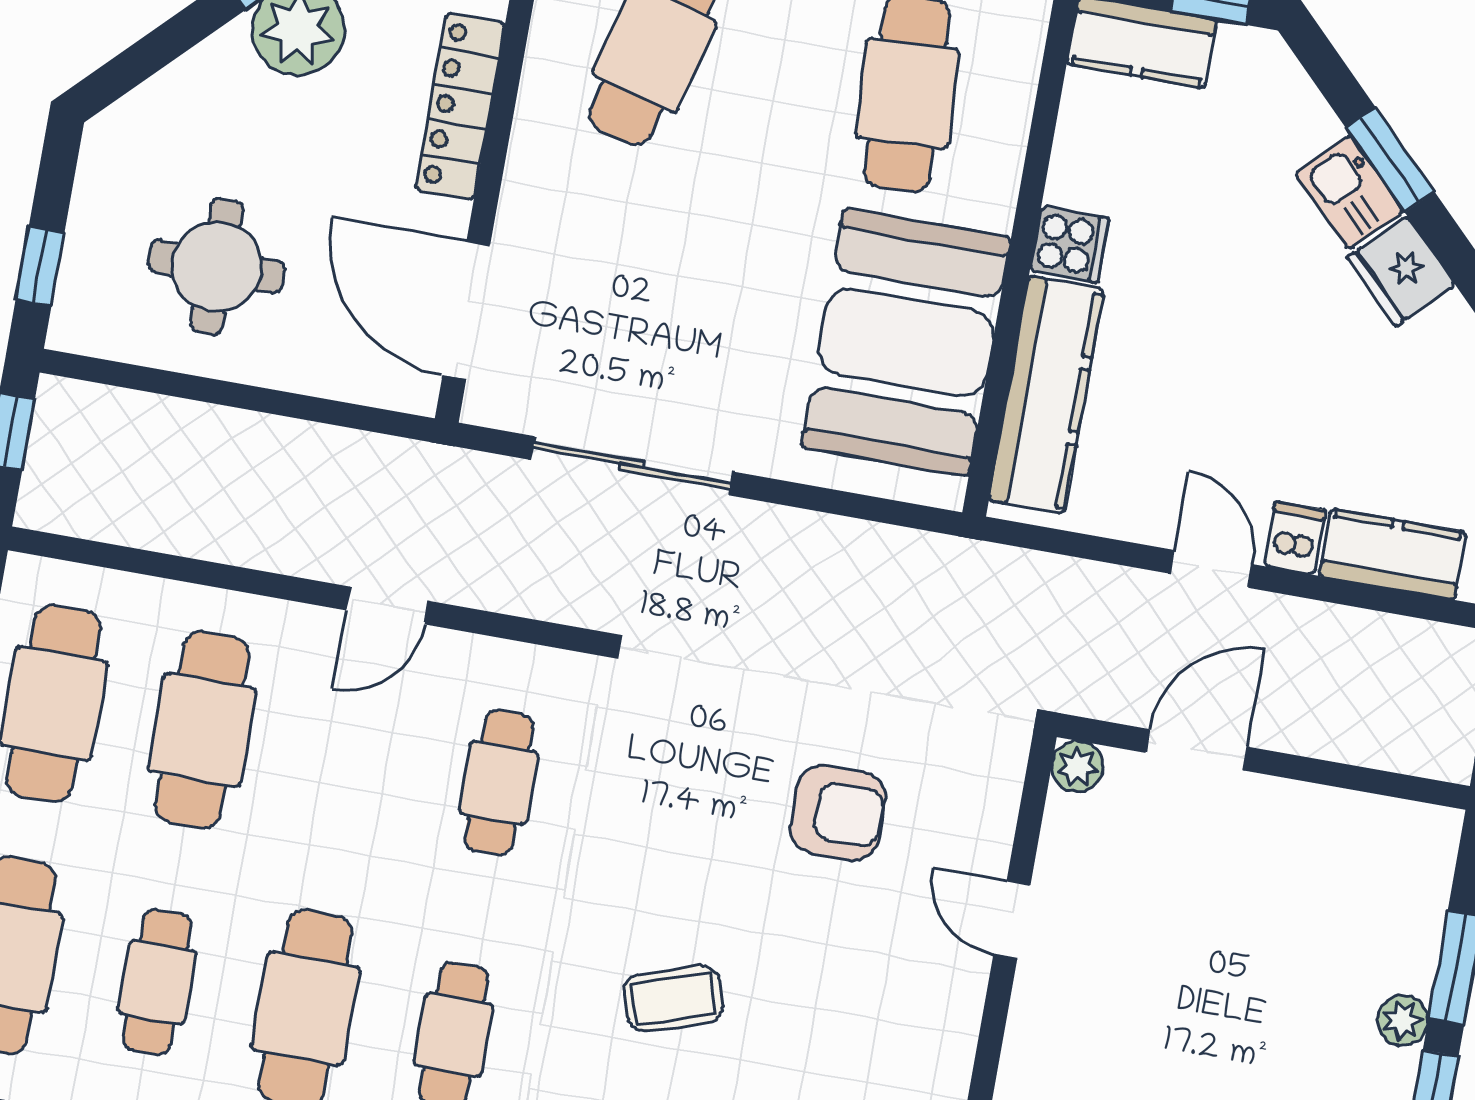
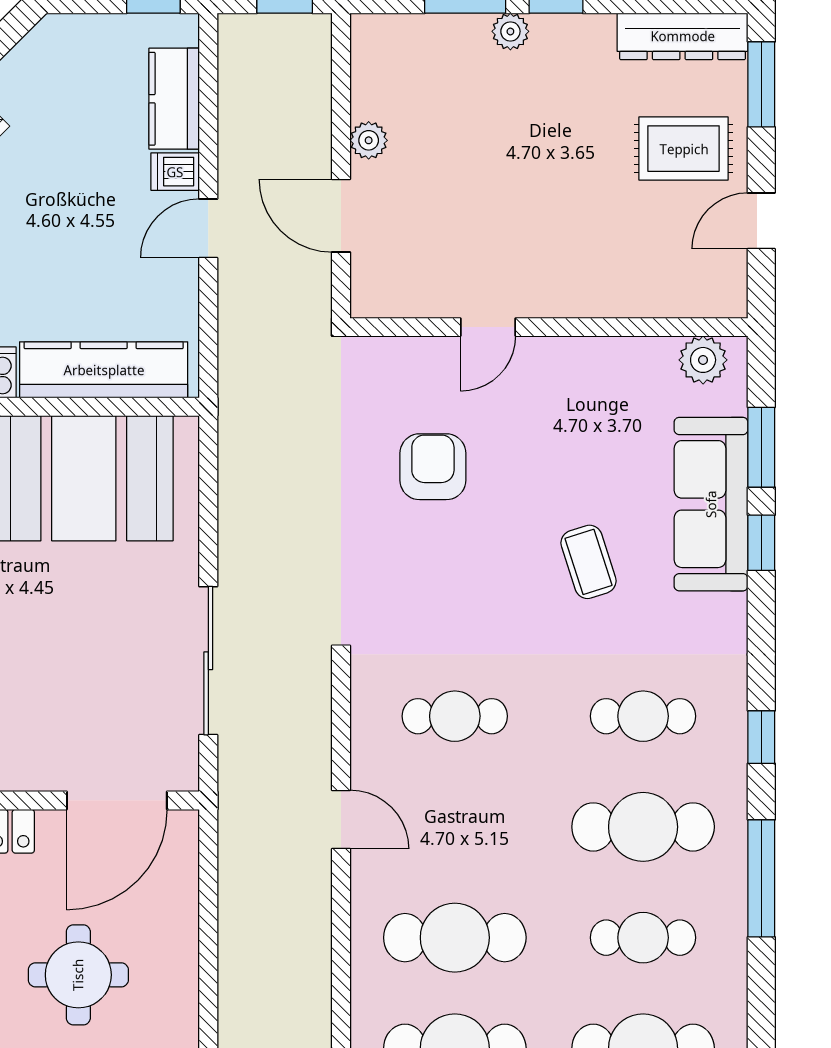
round table: (217, 266) -> (78, 975), moved
plant: (1077, 767) -> (369, 140), moved

